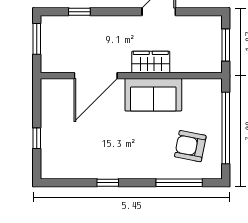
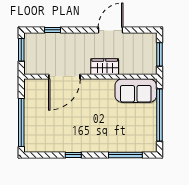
sofa: (153, 95) -> (136, 91), moved
window: (37, 138) -> (21, 122), width x3.17
armchair: (190, 146) -> (134, 128), removed

